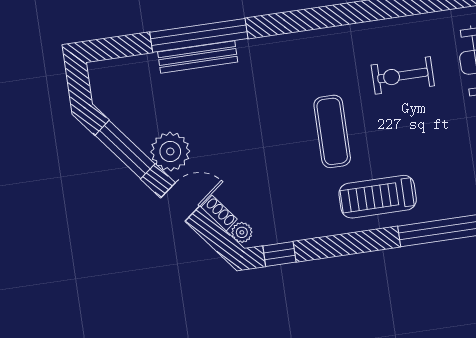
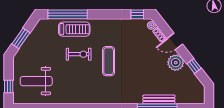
exercise bike: (403, 75) -> (79, 54), moved
window: (125, 150) -> (194, 66), width x0.46
treadmill: (378, 197) -> (74, 29), moved

